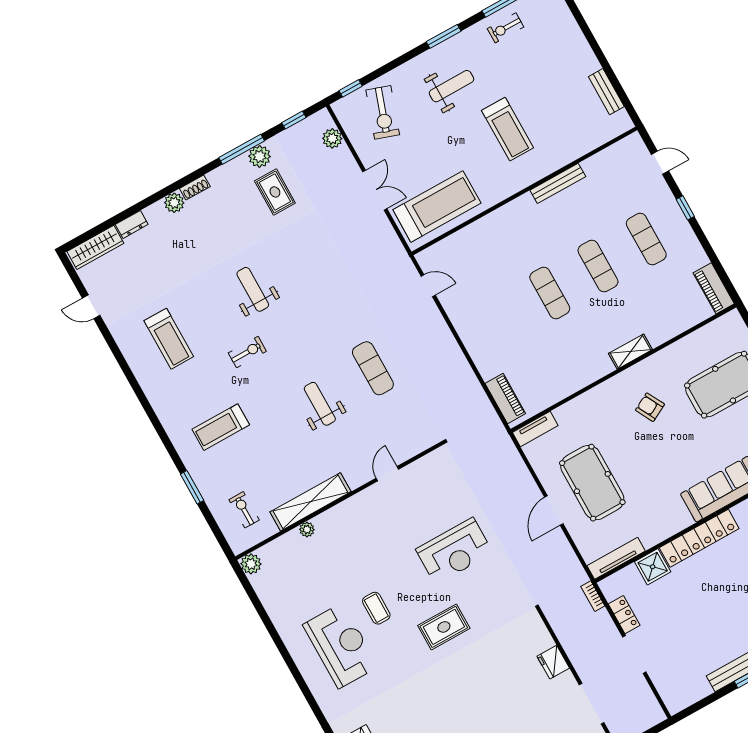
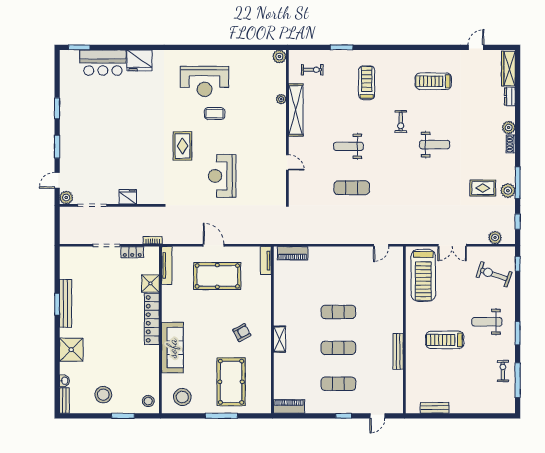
weight bench: (451, 86) -> (487, 322), turned 90
weight bench: (320, 404) -> (348, 146), turned 180

